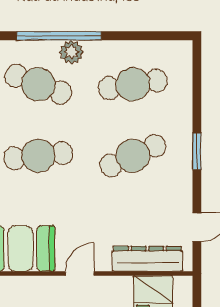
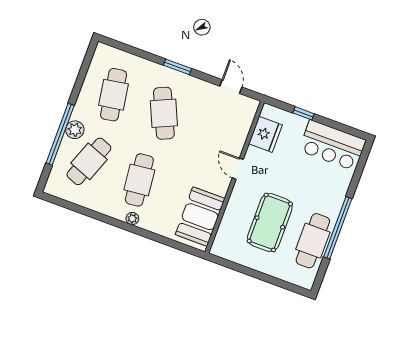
dresser: (147, 259) -> (240, 130), removed
door: (80, 273) -> (238, 169), moved

